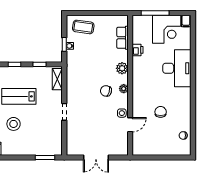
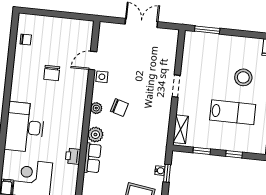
row of seats: (123, 38) -> (92, 158), moved

